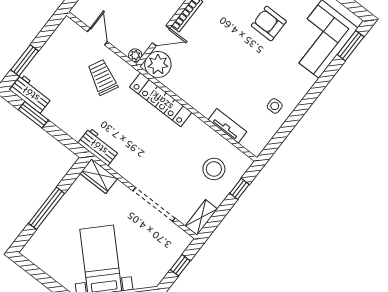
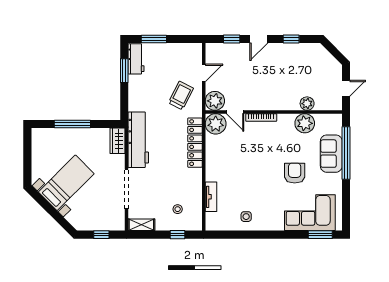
plant: (135, 55) -> (215, 101), width x1.87, depth x1.87
workbench: (99, 147) -> (138, 140), width x1.88, depth x1.32
stool: (214, 169) -> (178, 209), width x0.53, depth x0.53

